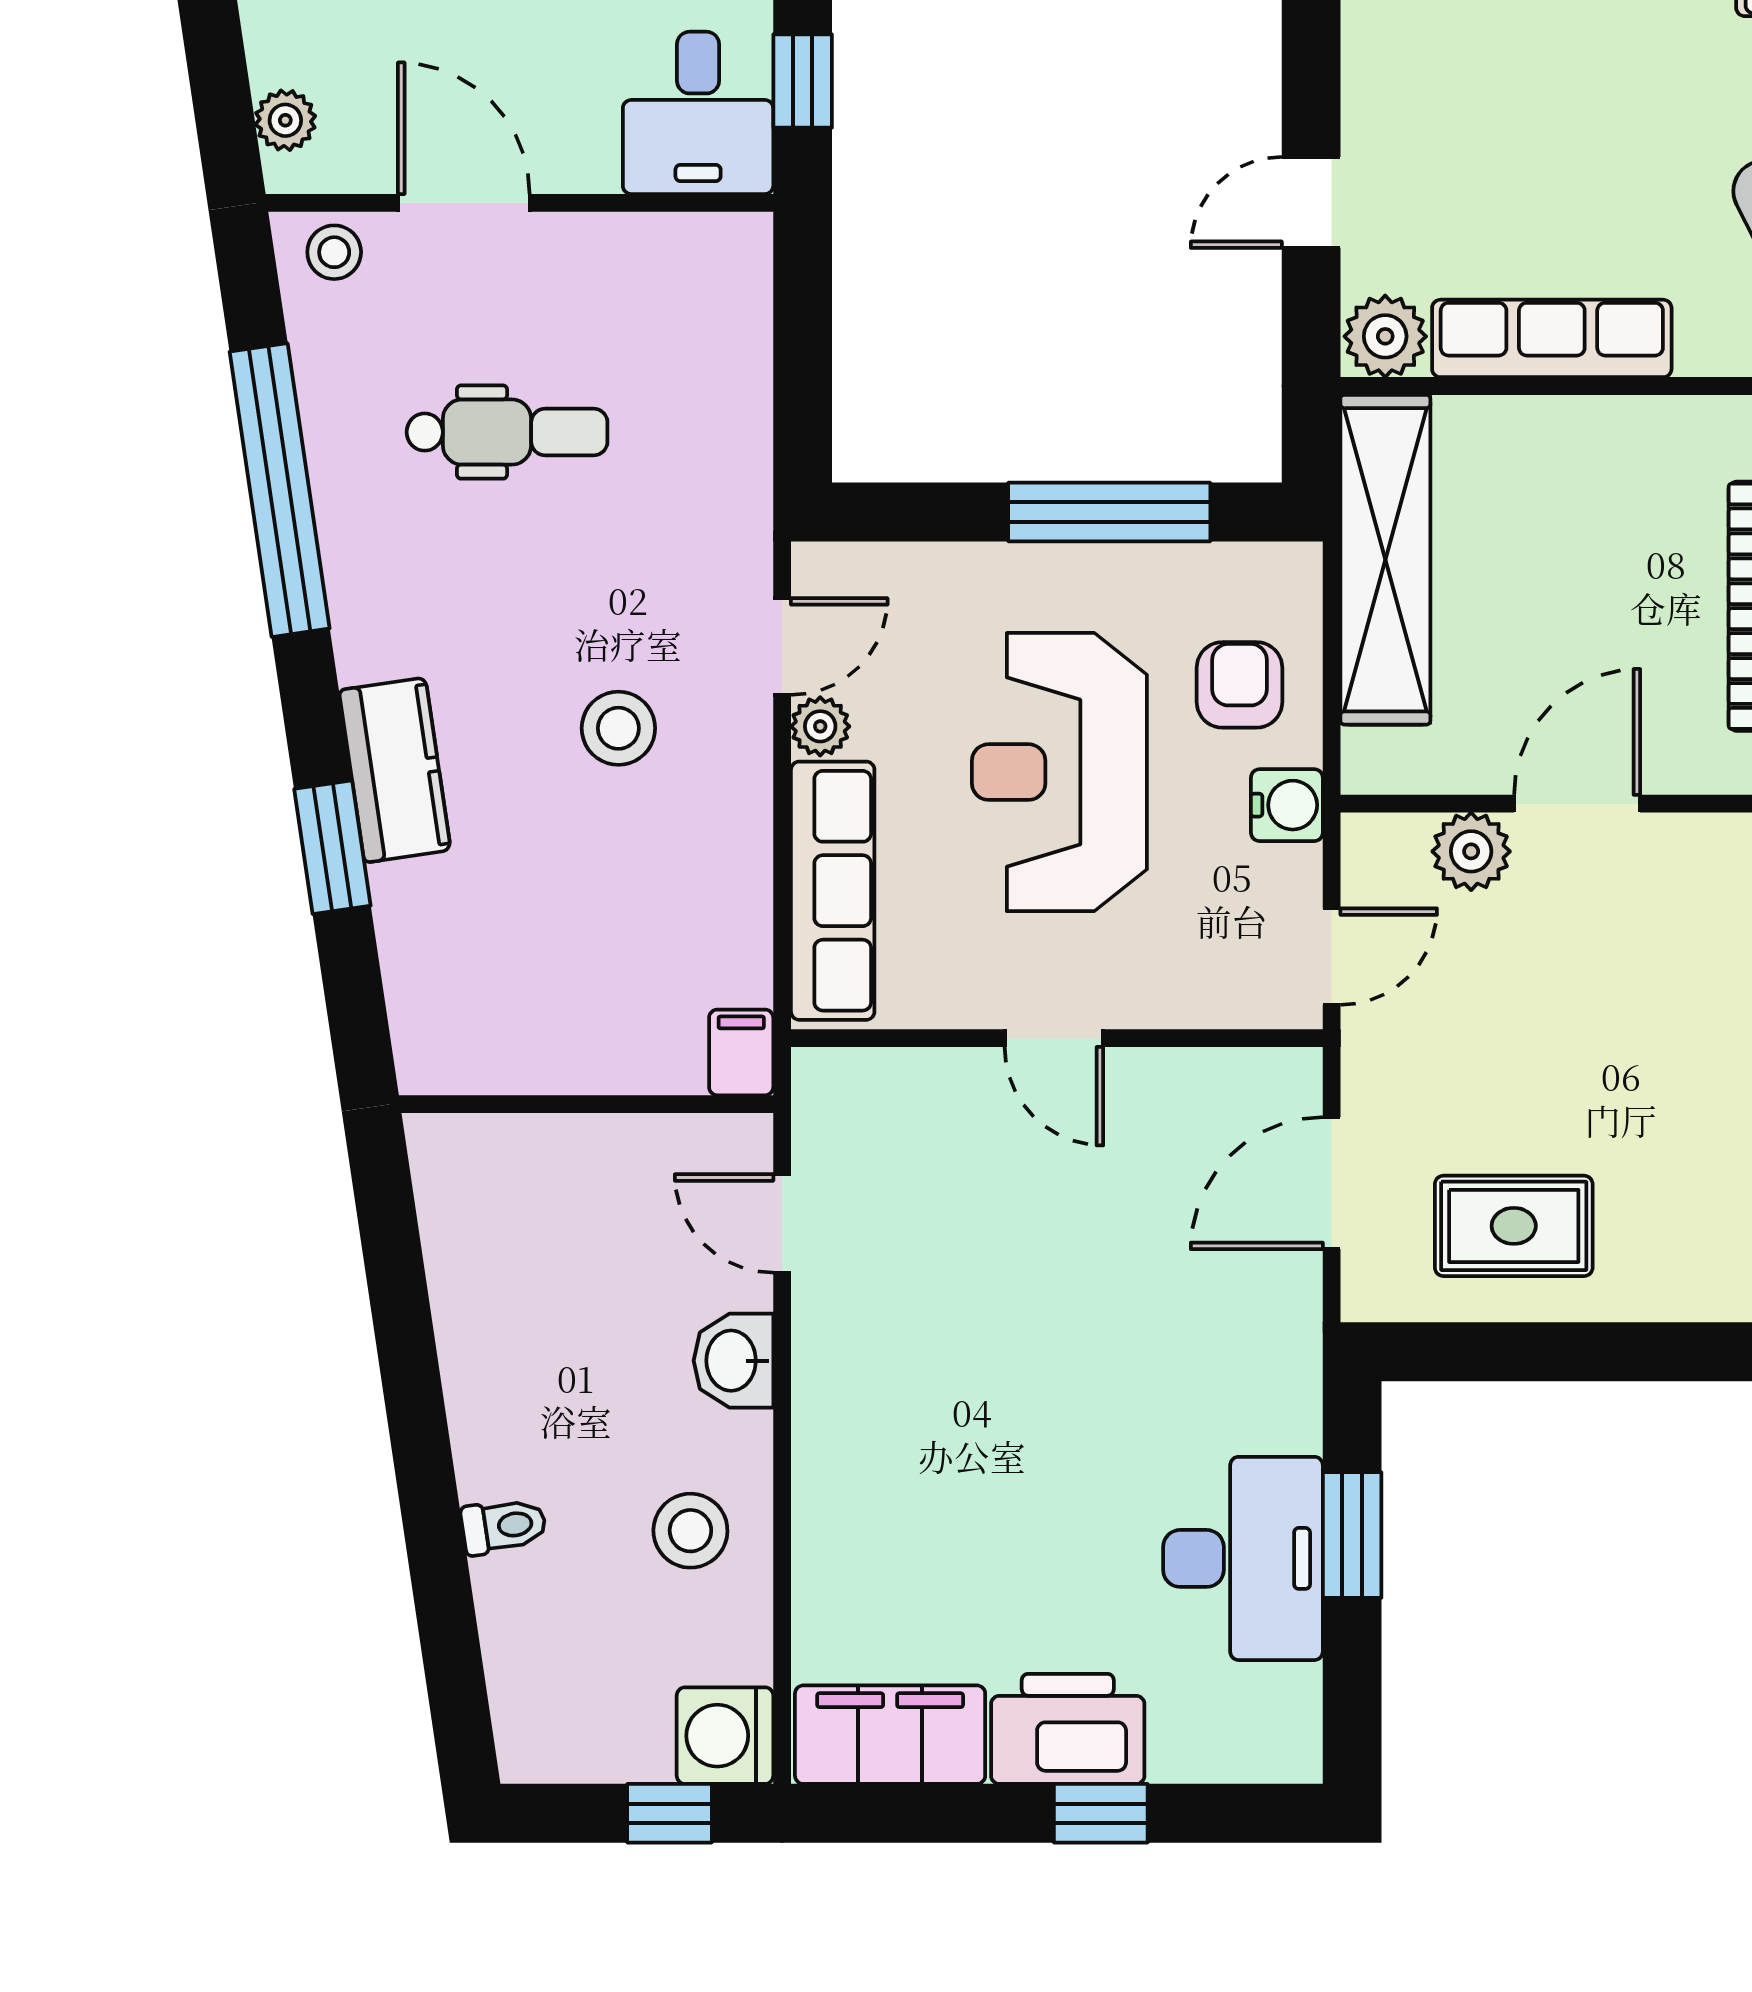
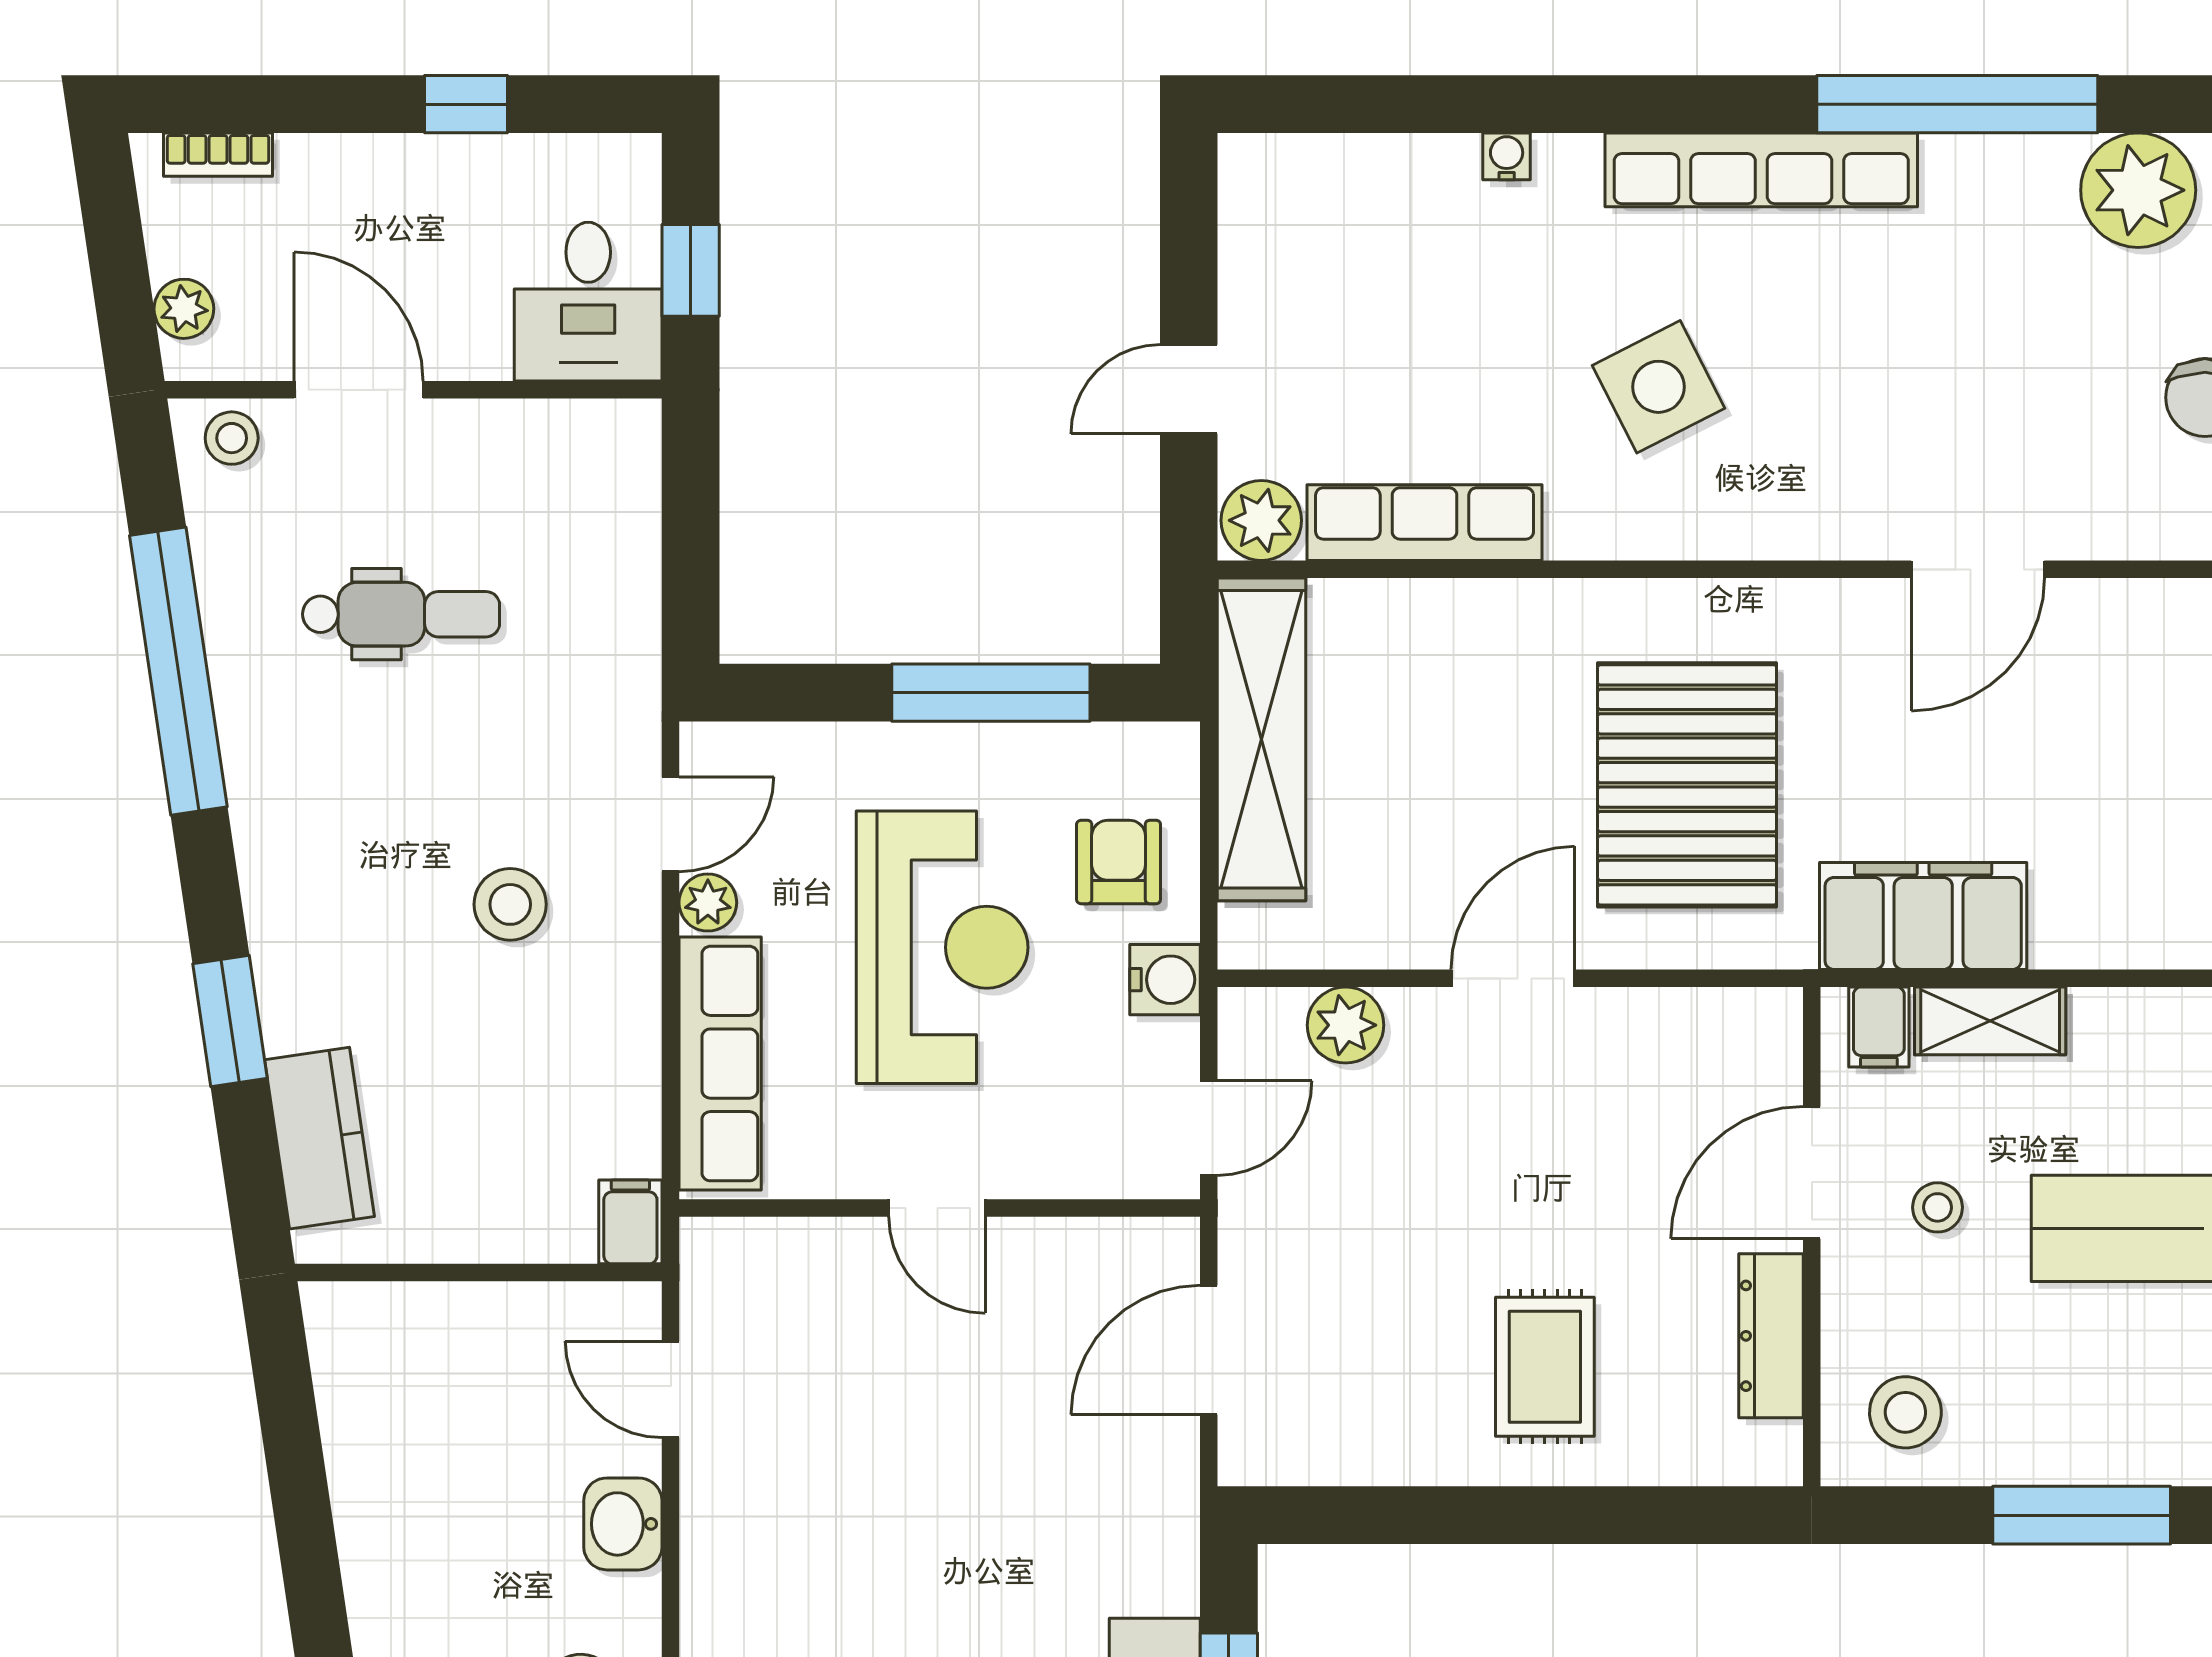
kitchen counter: (395, 770) -> (320, 1138), moved
reception desk: (1059, 772) -> (942, 947), turned 180
door: (1577, 804) -> (1513, 978), moved
rug: (1514, 1226) -> (1545, 1367), moved, turned 90

